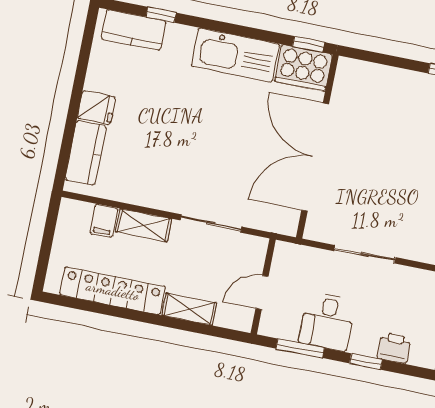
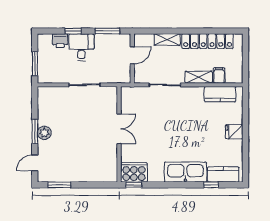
kitchen sink: (235, 55) -> (185, 172), moved
kitchen counter: (86, 153) -> (220, 94), moved, turned -90
double door: (315, 157) -> (119, 129), width x0.54
desk: (327, 322) -> (81, 47), moved

